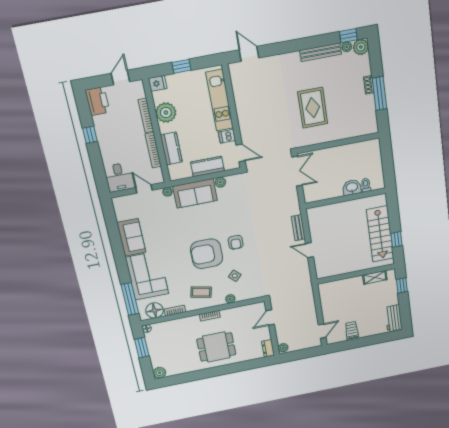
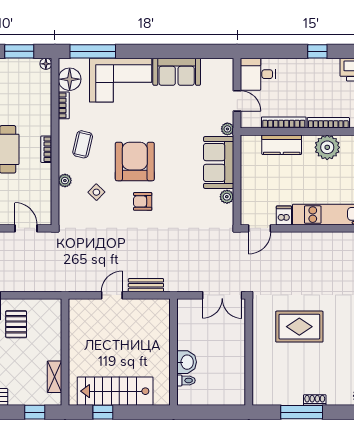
kitchen counter: (207, 167) -> (250, 184), removed
door: (144, 189) -> (237, 101), hinge flipped
pallet: (340, 310) -> (16, 324), added

